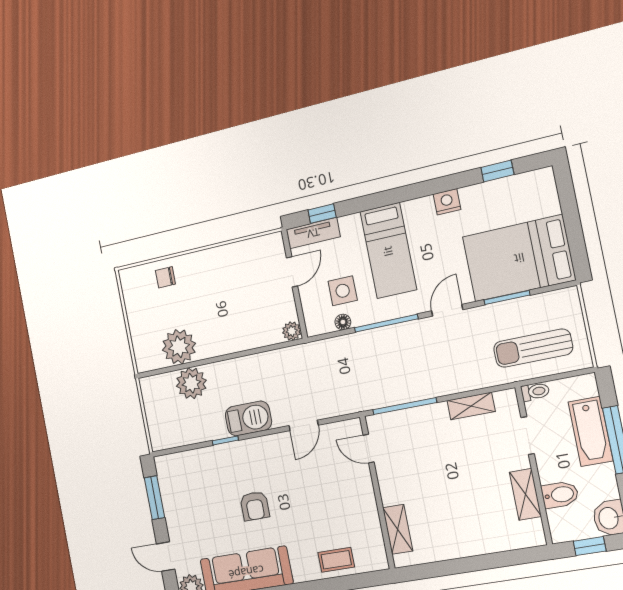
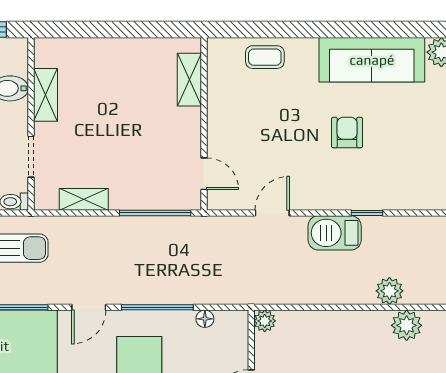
side table: (343, 291) -> (198, 353), removed
plant: (179, 347) -> (407, 325), width x0.73, depth x0.73
plant: (191, 383) -> (389, 291), width x0.73, depth x0.73

